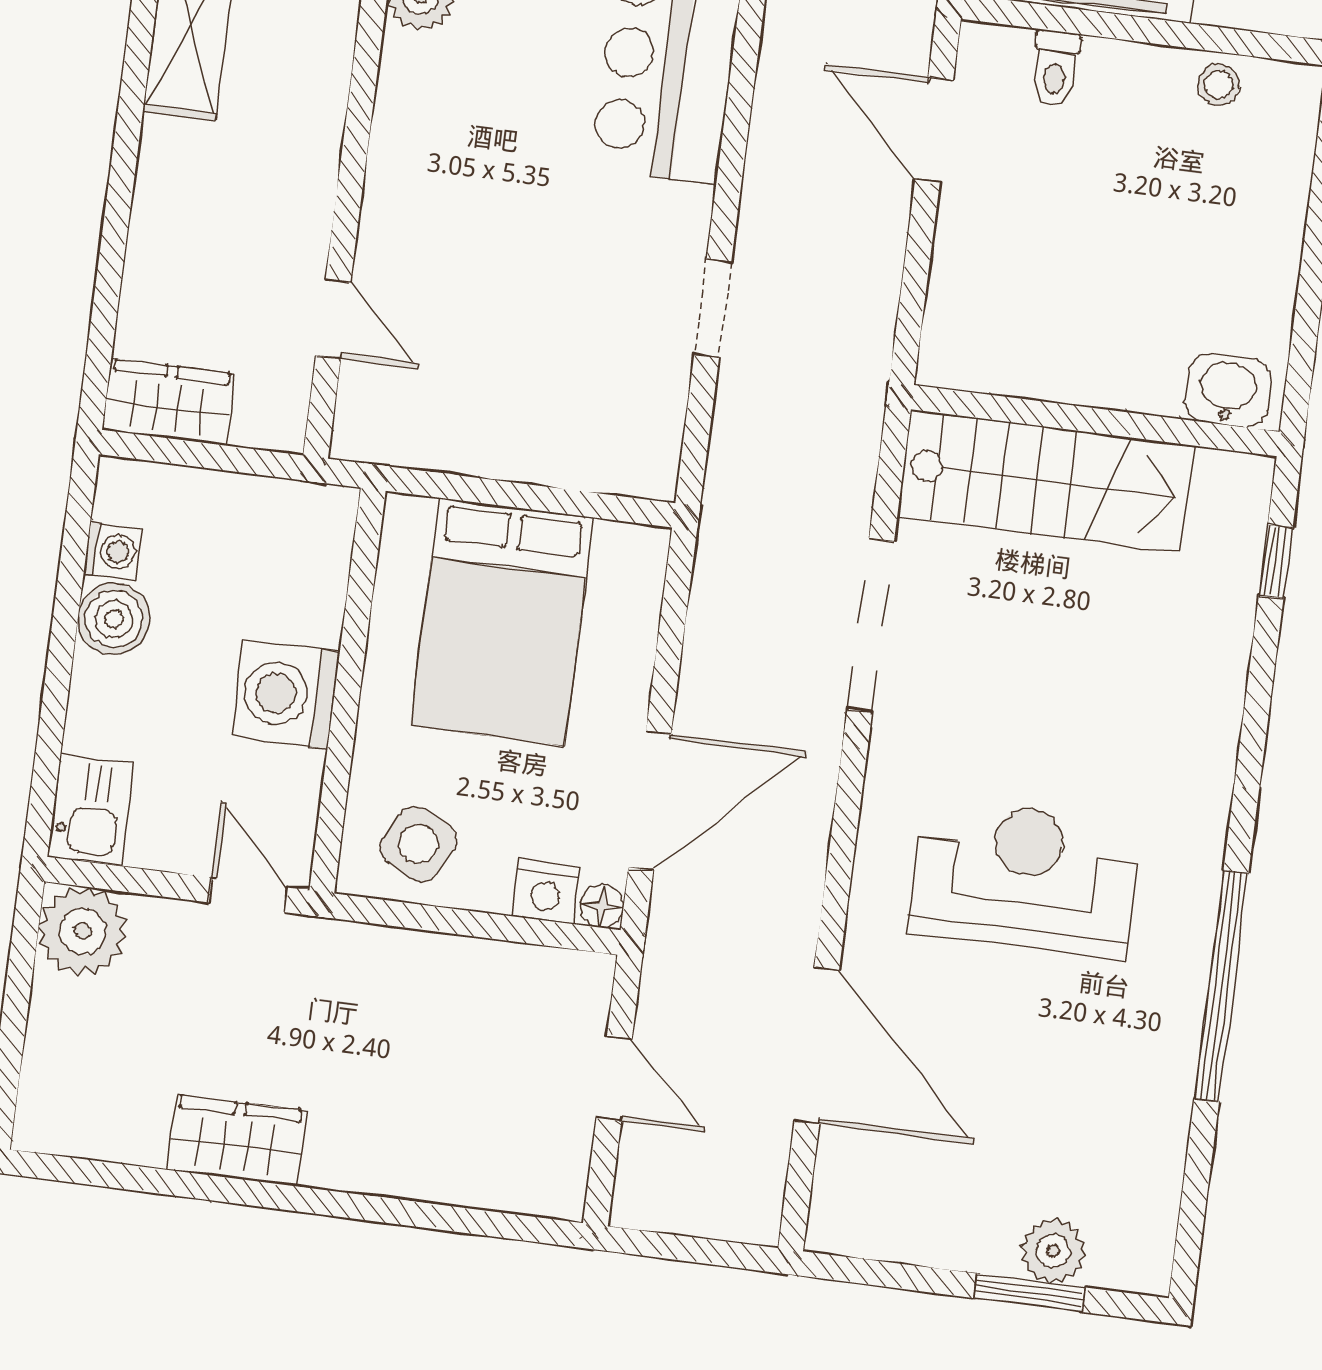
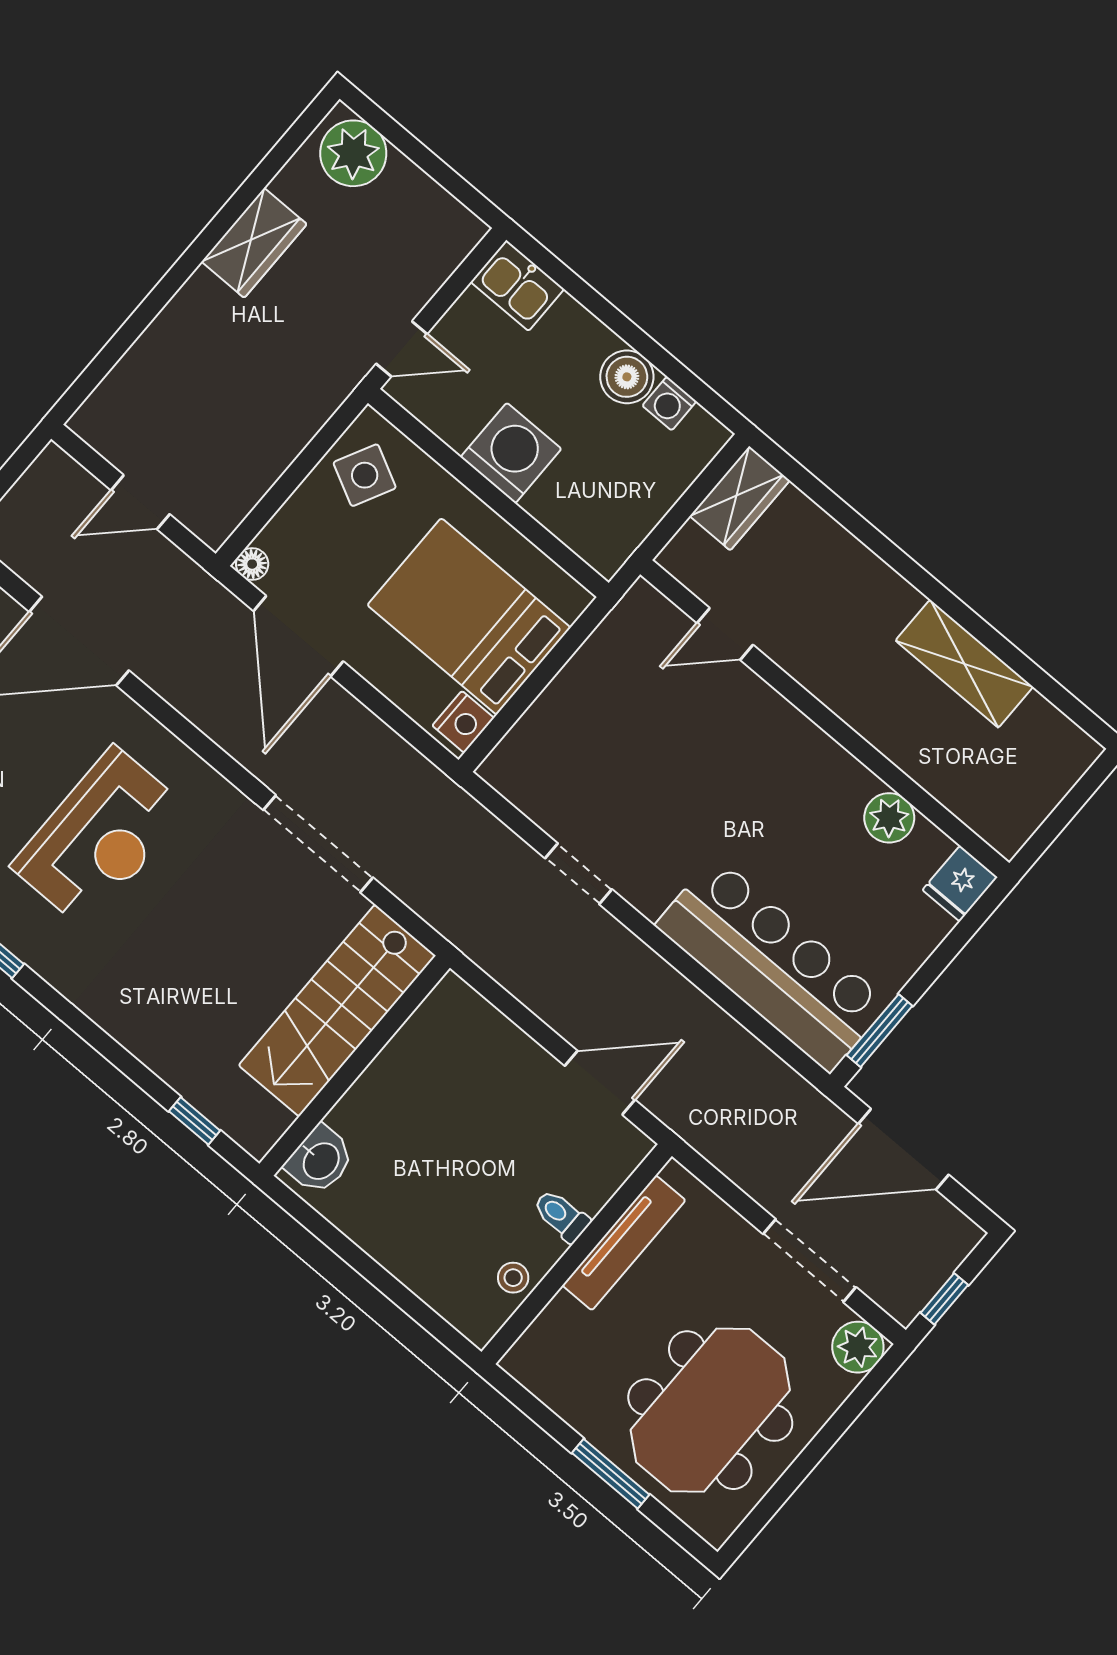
toilet: (1055, 68) -> (561, 1216), moved
nightstand: (545, 892) -> (463, 722), moved, turned 180
plant: (83, 931) -> (353, 153), moved

